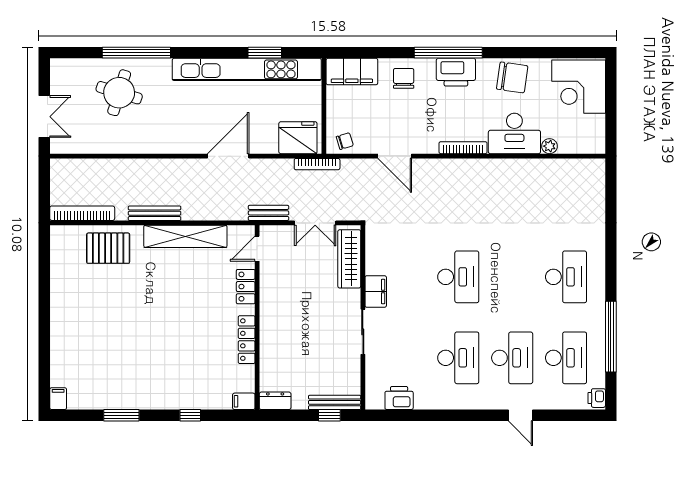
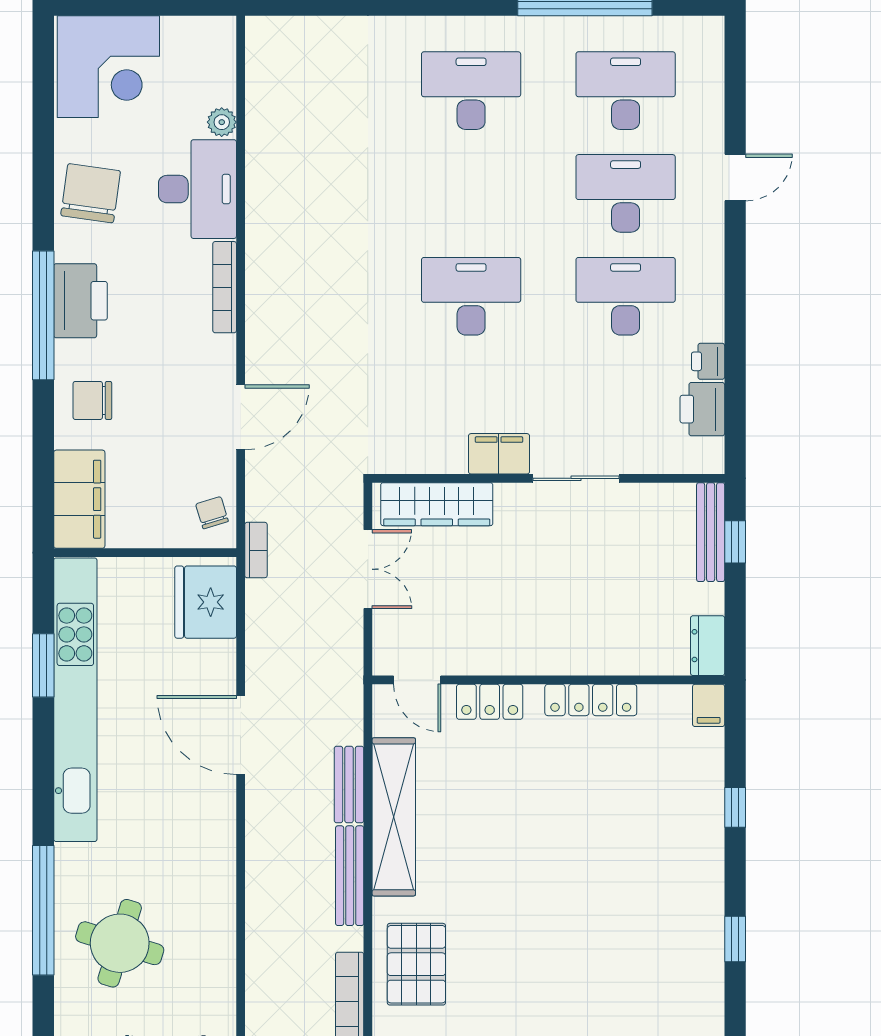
bookcase: (317, 164) -> (256, 550), width x0.64
bench: (268, 213) -> (349, 784), moved
printer: (597, 398) -> (708, 361), moved, turned 90
window: (121, 415) -> (735, 939), width x0.67

